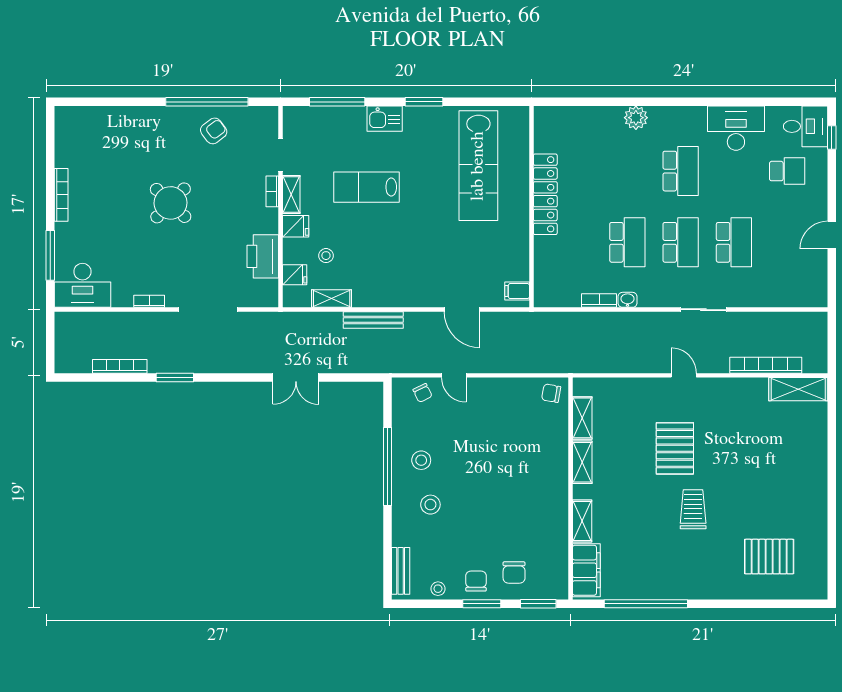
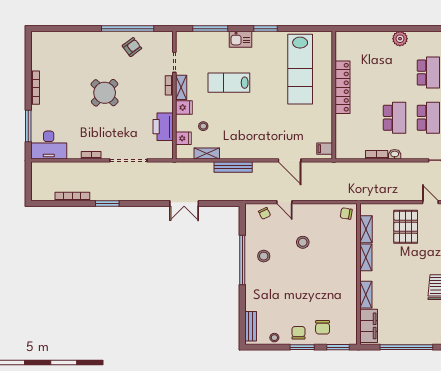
pallet: (675, 448) -> (406, 227), moved
stool: (430, 505) -> (303, 242), moved

